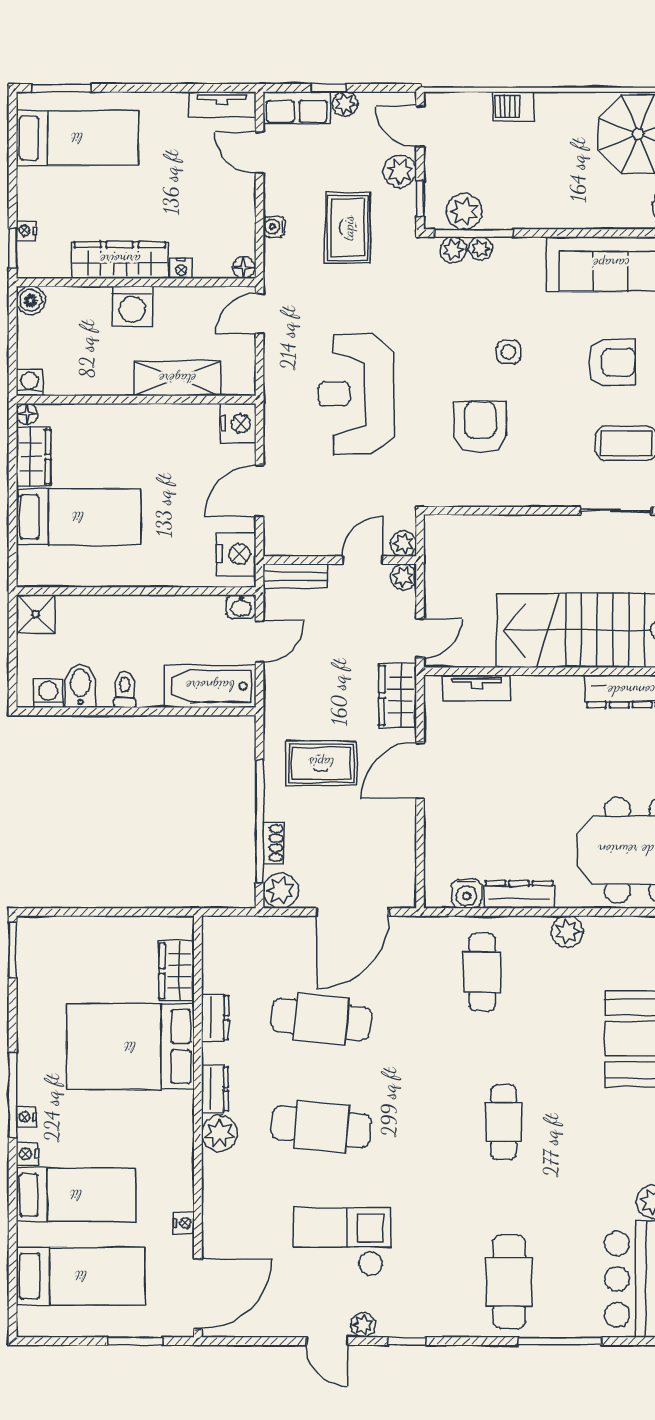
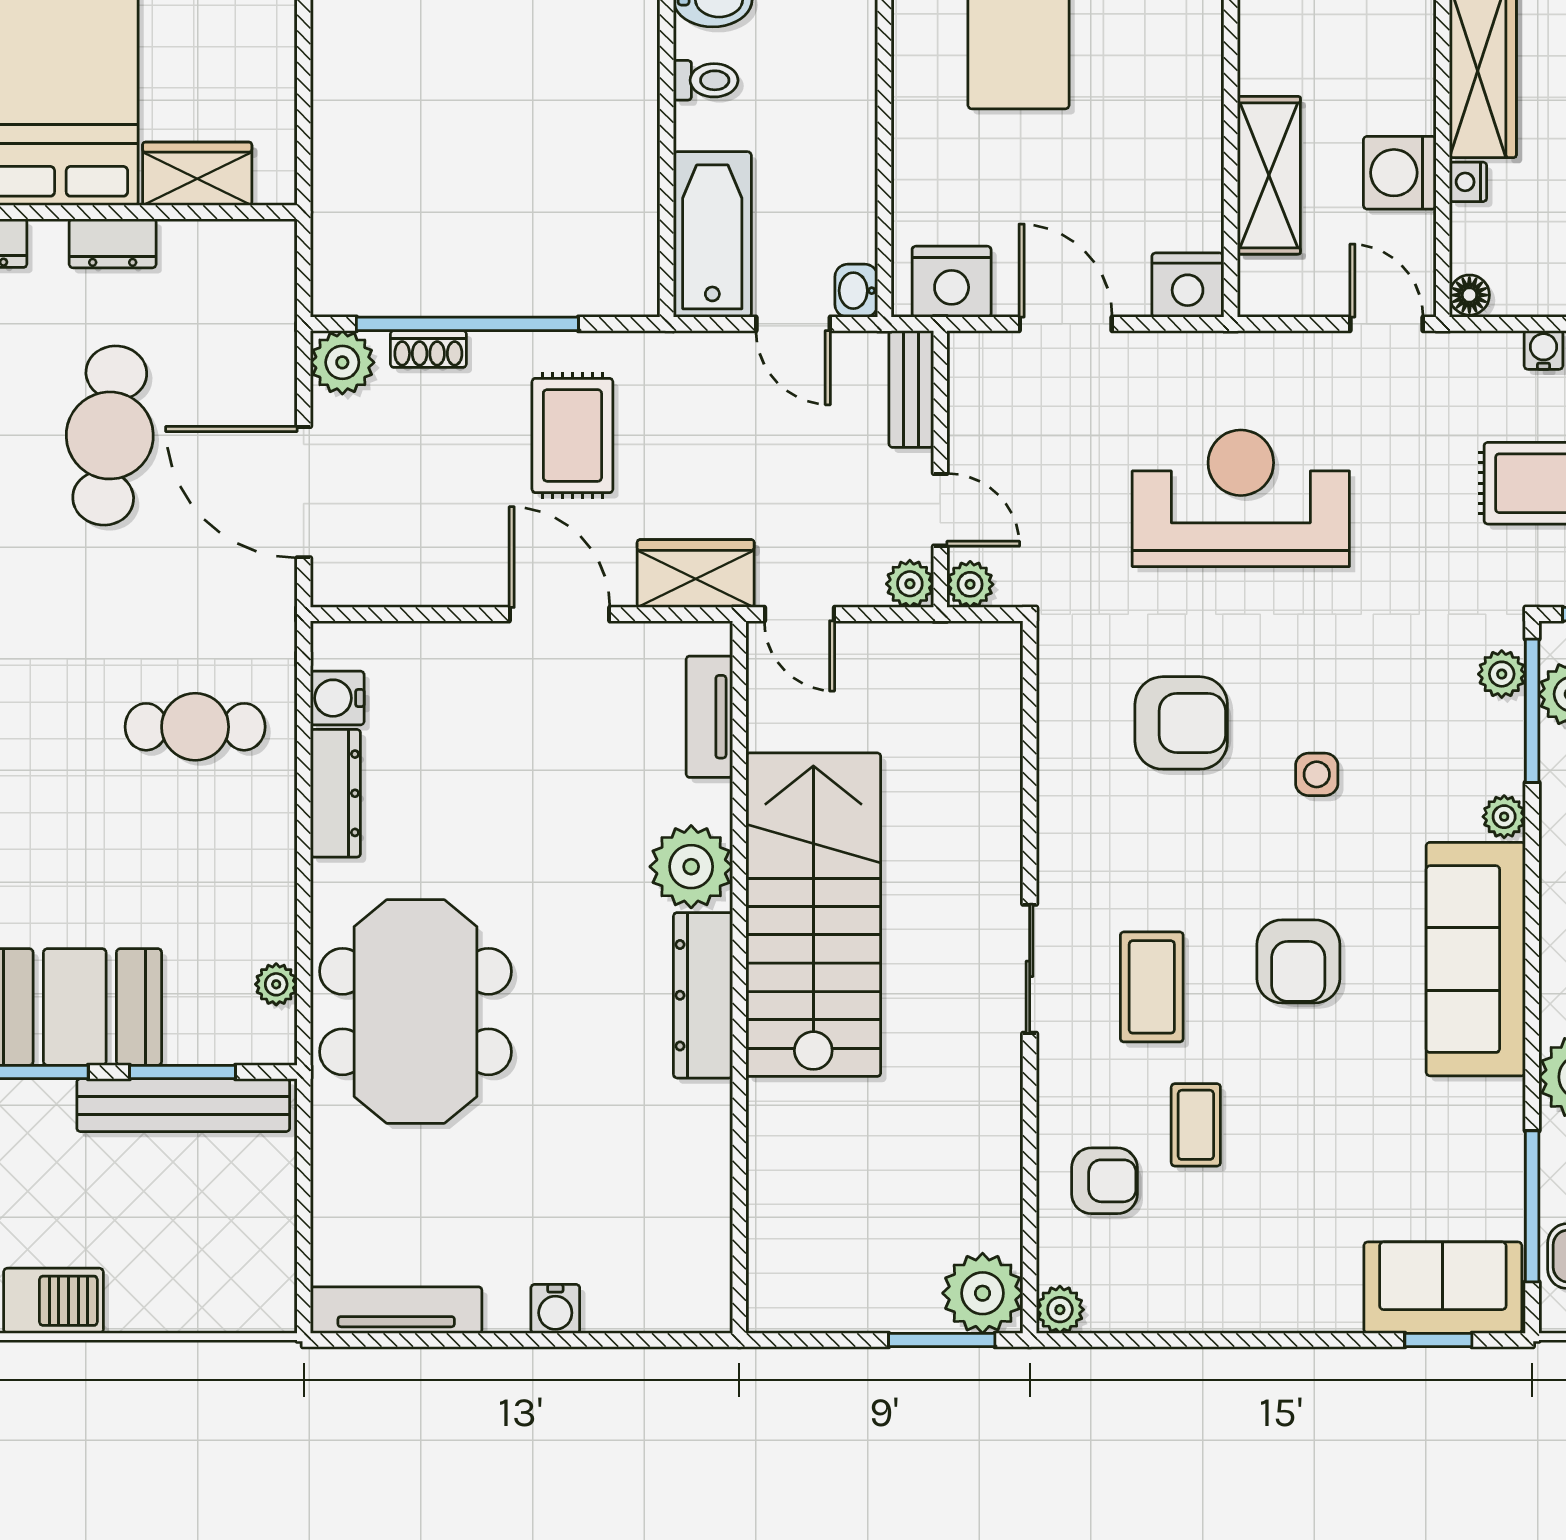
plant: (480, 248) -> (1504, 817), moved
washing machine: (132, 306) -> (1400, 173), moved
plant: (560, 698) -> (691, 867), added
plant: (567, 932) -> (276, 984), moved, width x0.73, depth x0.73

